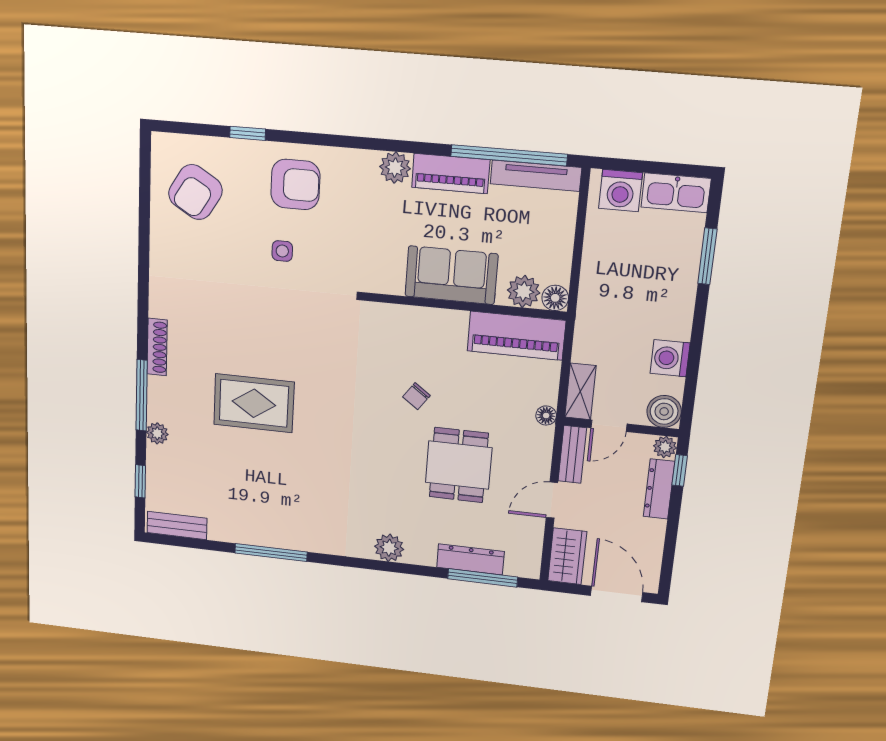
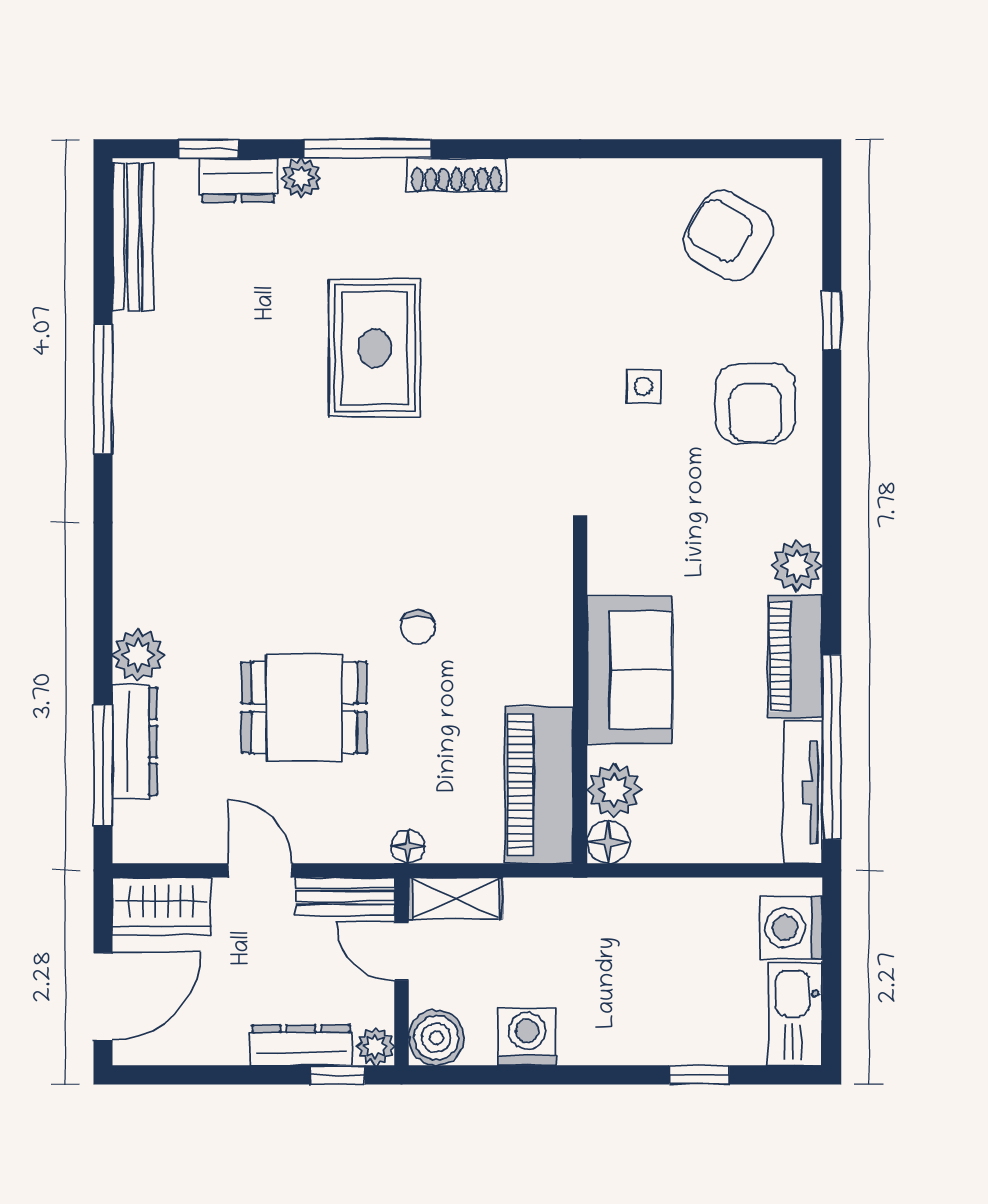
window: (707, 256) -> (699, 1075), width x0.67
chair: (416, 396) -> (418, 627), turned -126
dresser: (158, 467) -> (238, 180), added
bench: (177, 525) -> (133, 237), width x1.36
plant: (389, 548) -> (138, 655), moved

